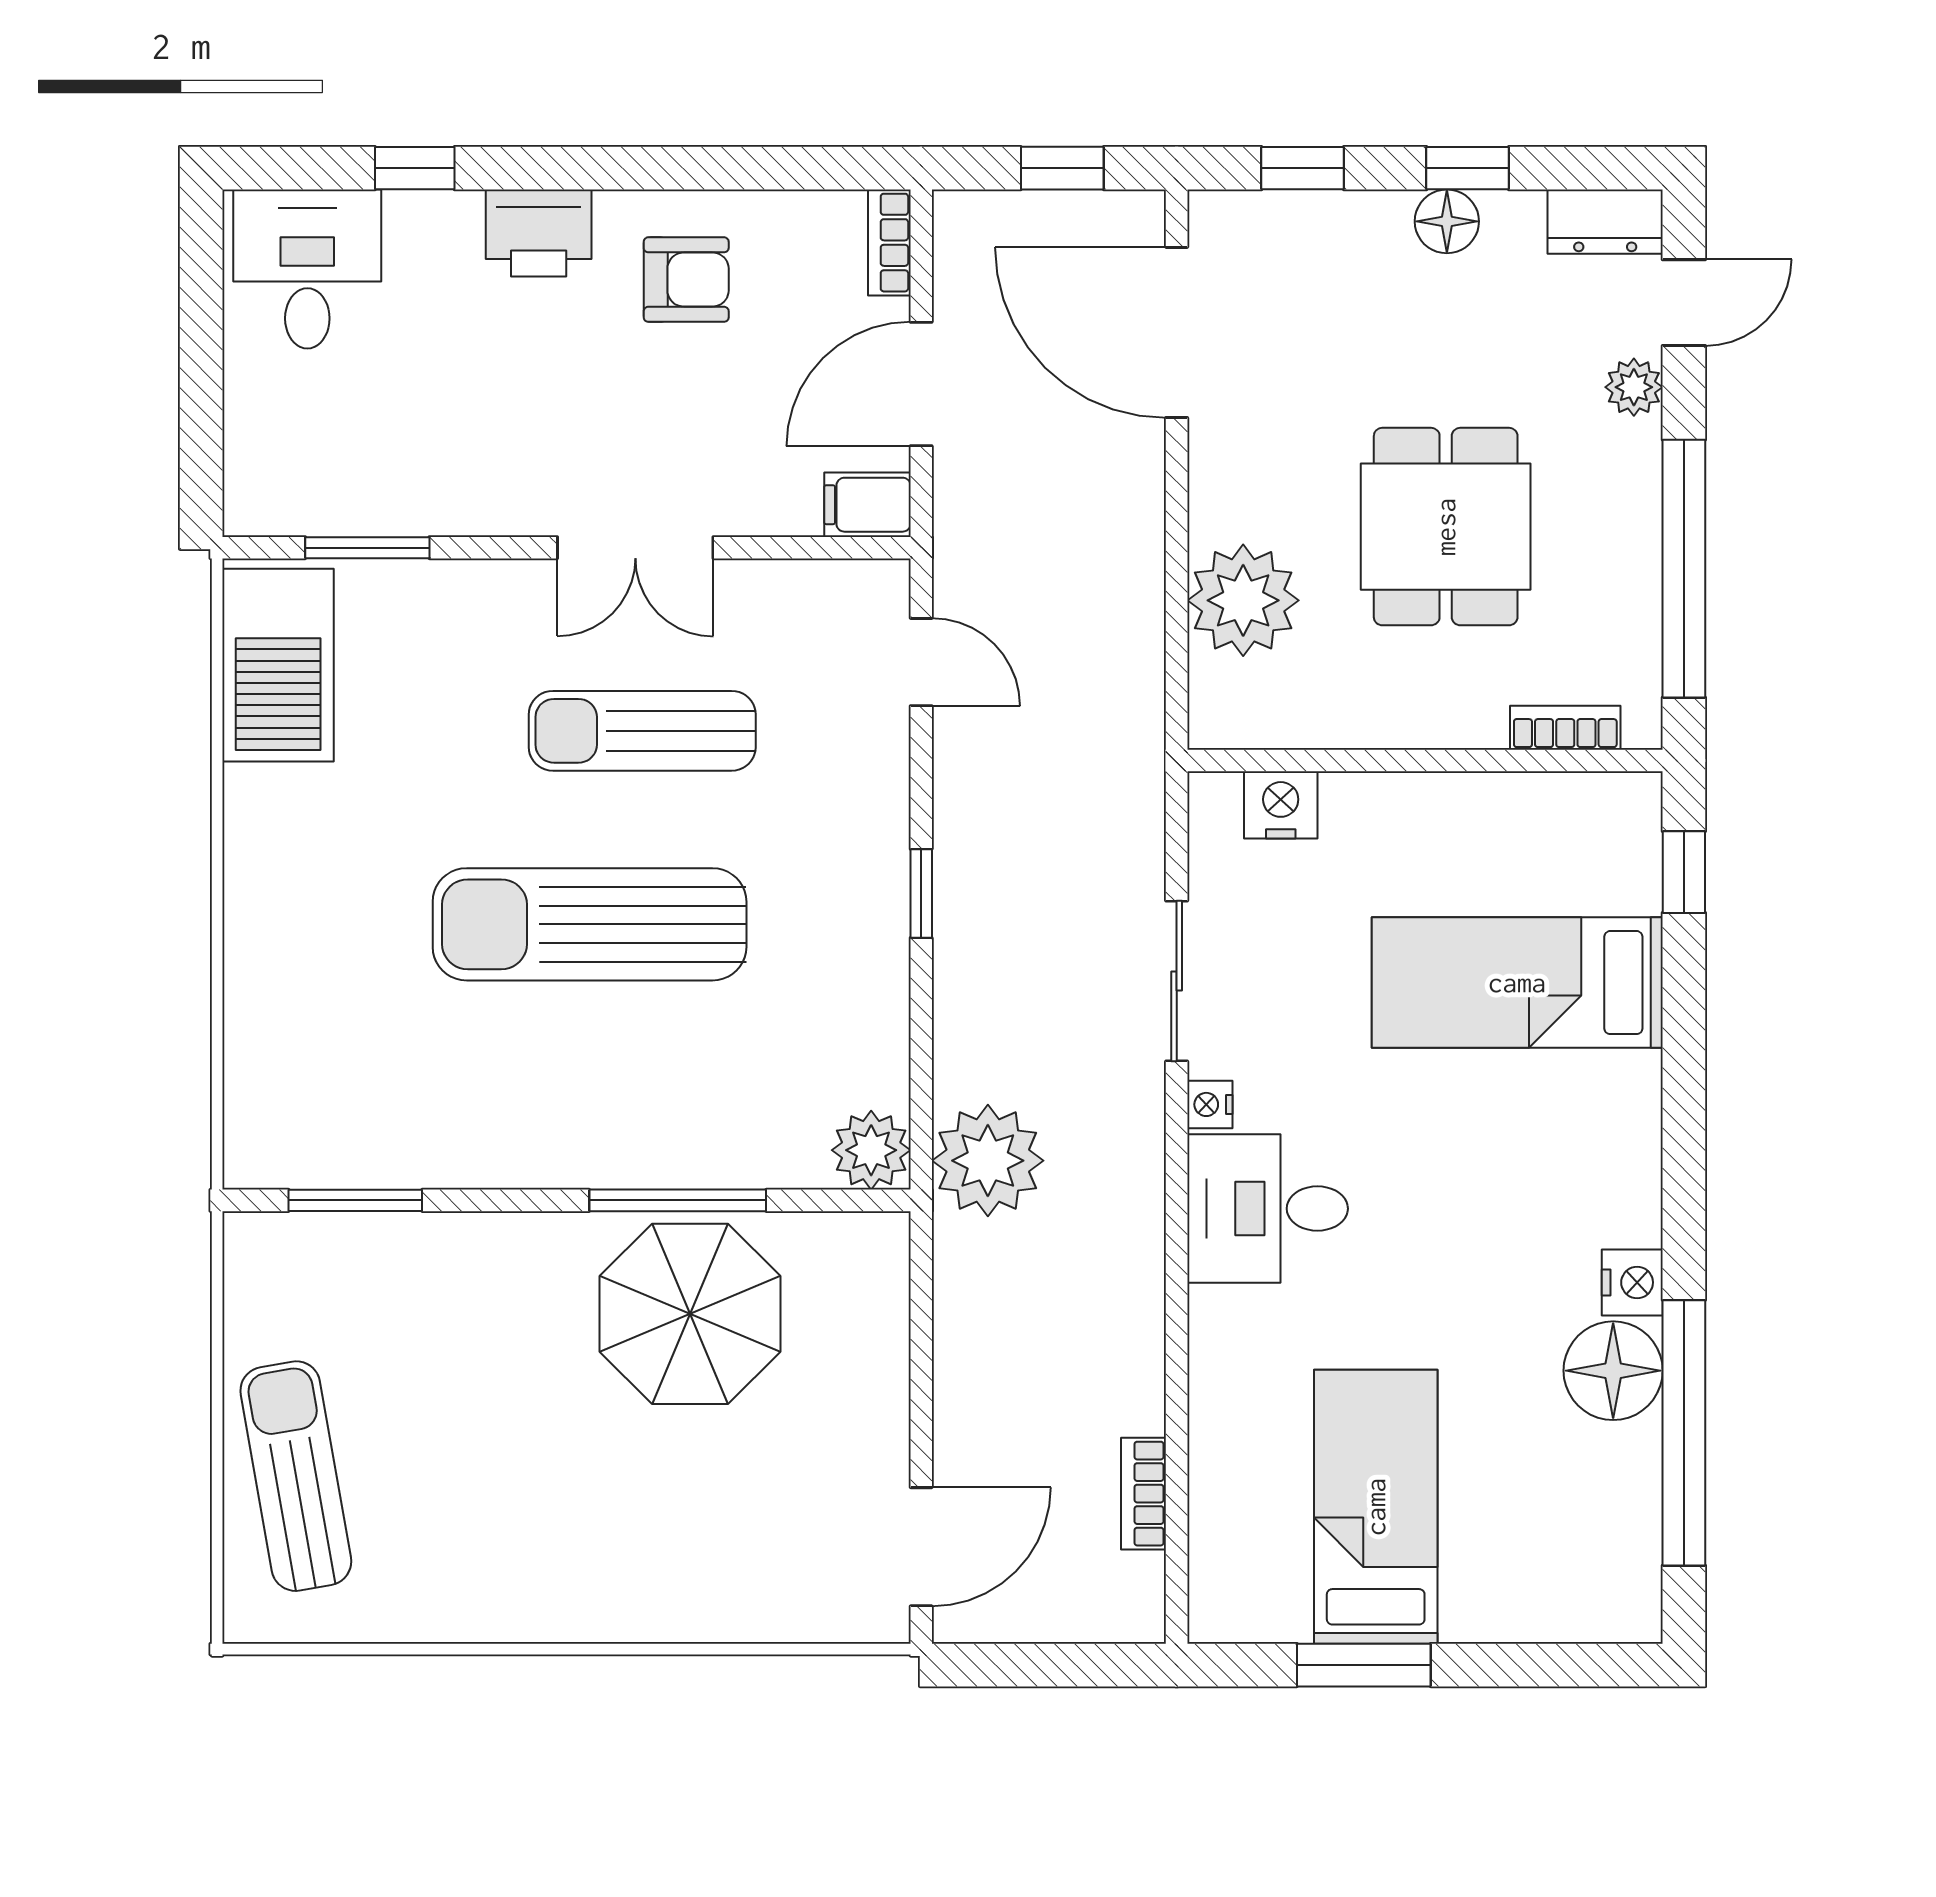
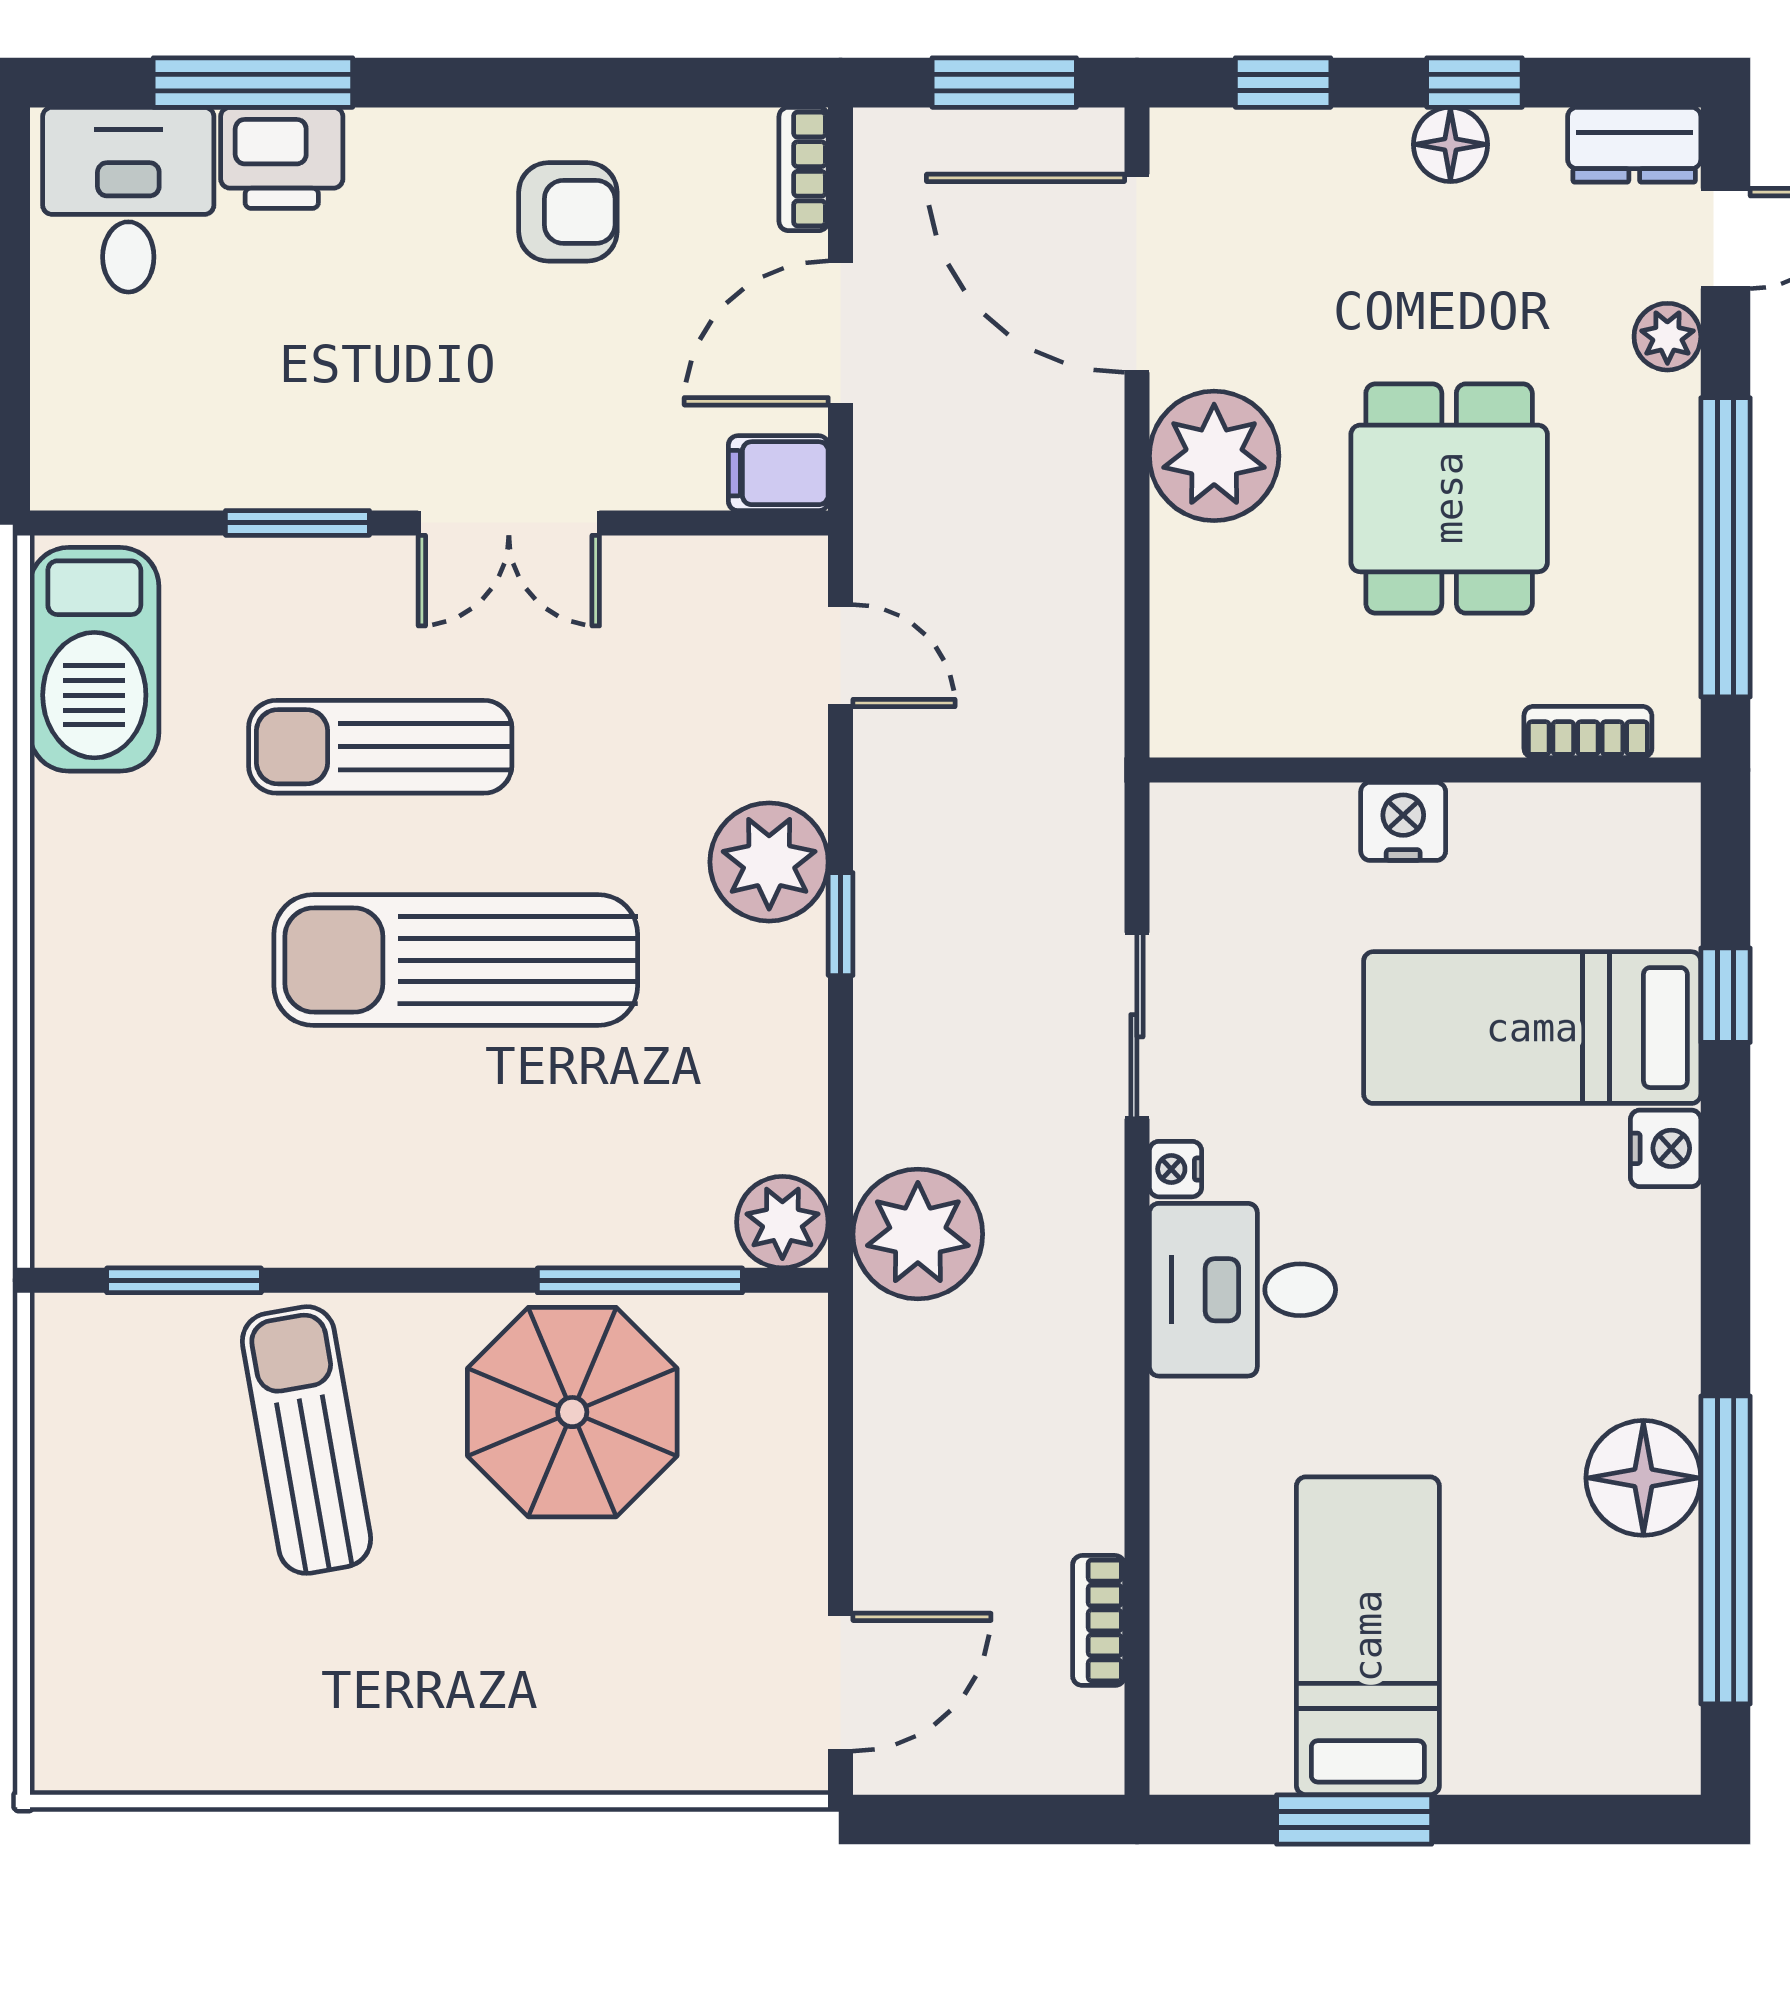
window: (415, 168) -> (253, 83), width x2.17
window: (1062, 168) -> (1004, 83), width x1.50
printer: (539, 233) -> (282, 158), moved
window: (367, 548) -> (297, 523), moved
plant: (1243, 600) -> (1214, 456), moved
sun lounger: (642, 731) -> (380, 747), moved
nightstand: (1281, 805) -> (1403, 821), moved
plant: (860, 840) -> (769, 862), added
window: (1684, 872) -> (1726, 995), moved
window: (678, 1200) -> (640, 1280), moved
nightstand: (1632, 1282) -> (1666, 1148), moved
sun lounger: (296, 1476) -> (306, 1440), moved

